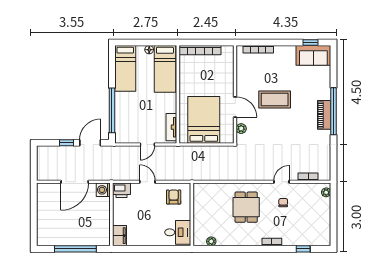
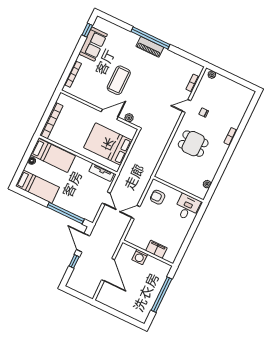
sofa: (313, 55) -> (93, 44), moved
door: (281, 182) -> (187, 106), hinge flipped
washing machine: (103, 190) -> (140, 257), moved
printer: (121, 190) -> (133, 236), removed
filing cabinet: (119, 236) -> (156, 249), moved
window: (303, 249) -> (248, 114), removed

